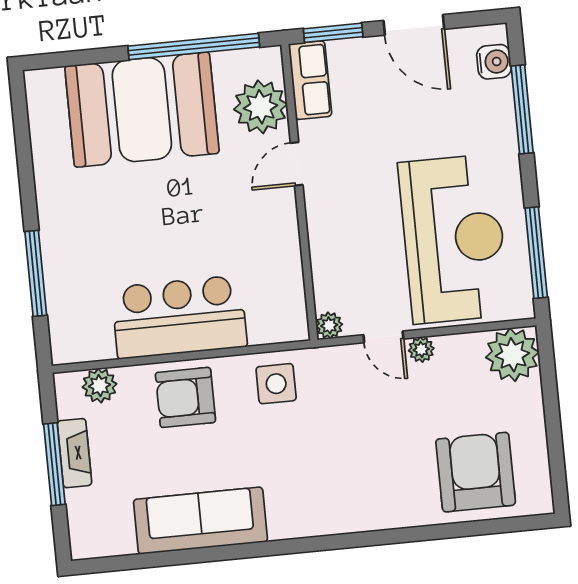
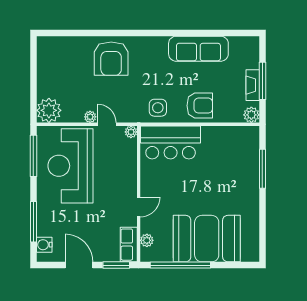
plant: (261, 107) -> (147, 240), width x0.53, depth x0.53
bar counter: (179, 317) -> (171, 142), moved
plant: (100, 386) -> (251, 115), moved
armchair: (476, 472) -> (111, 59), moved

